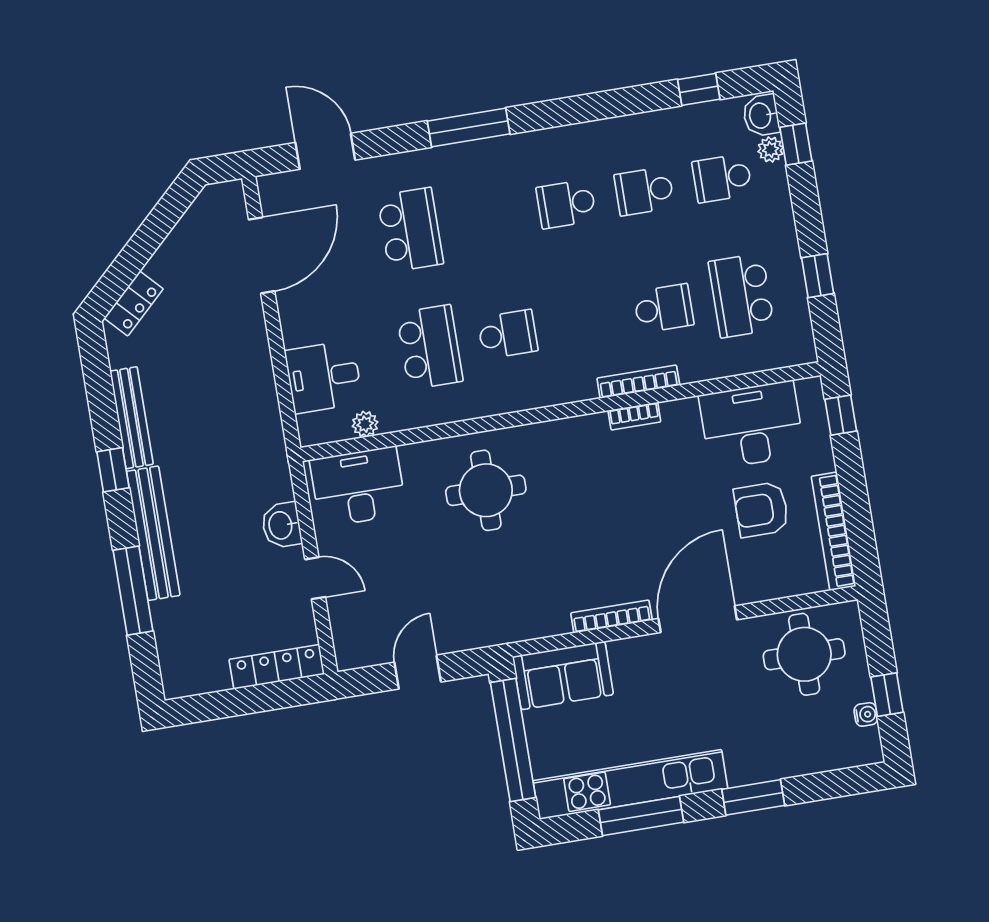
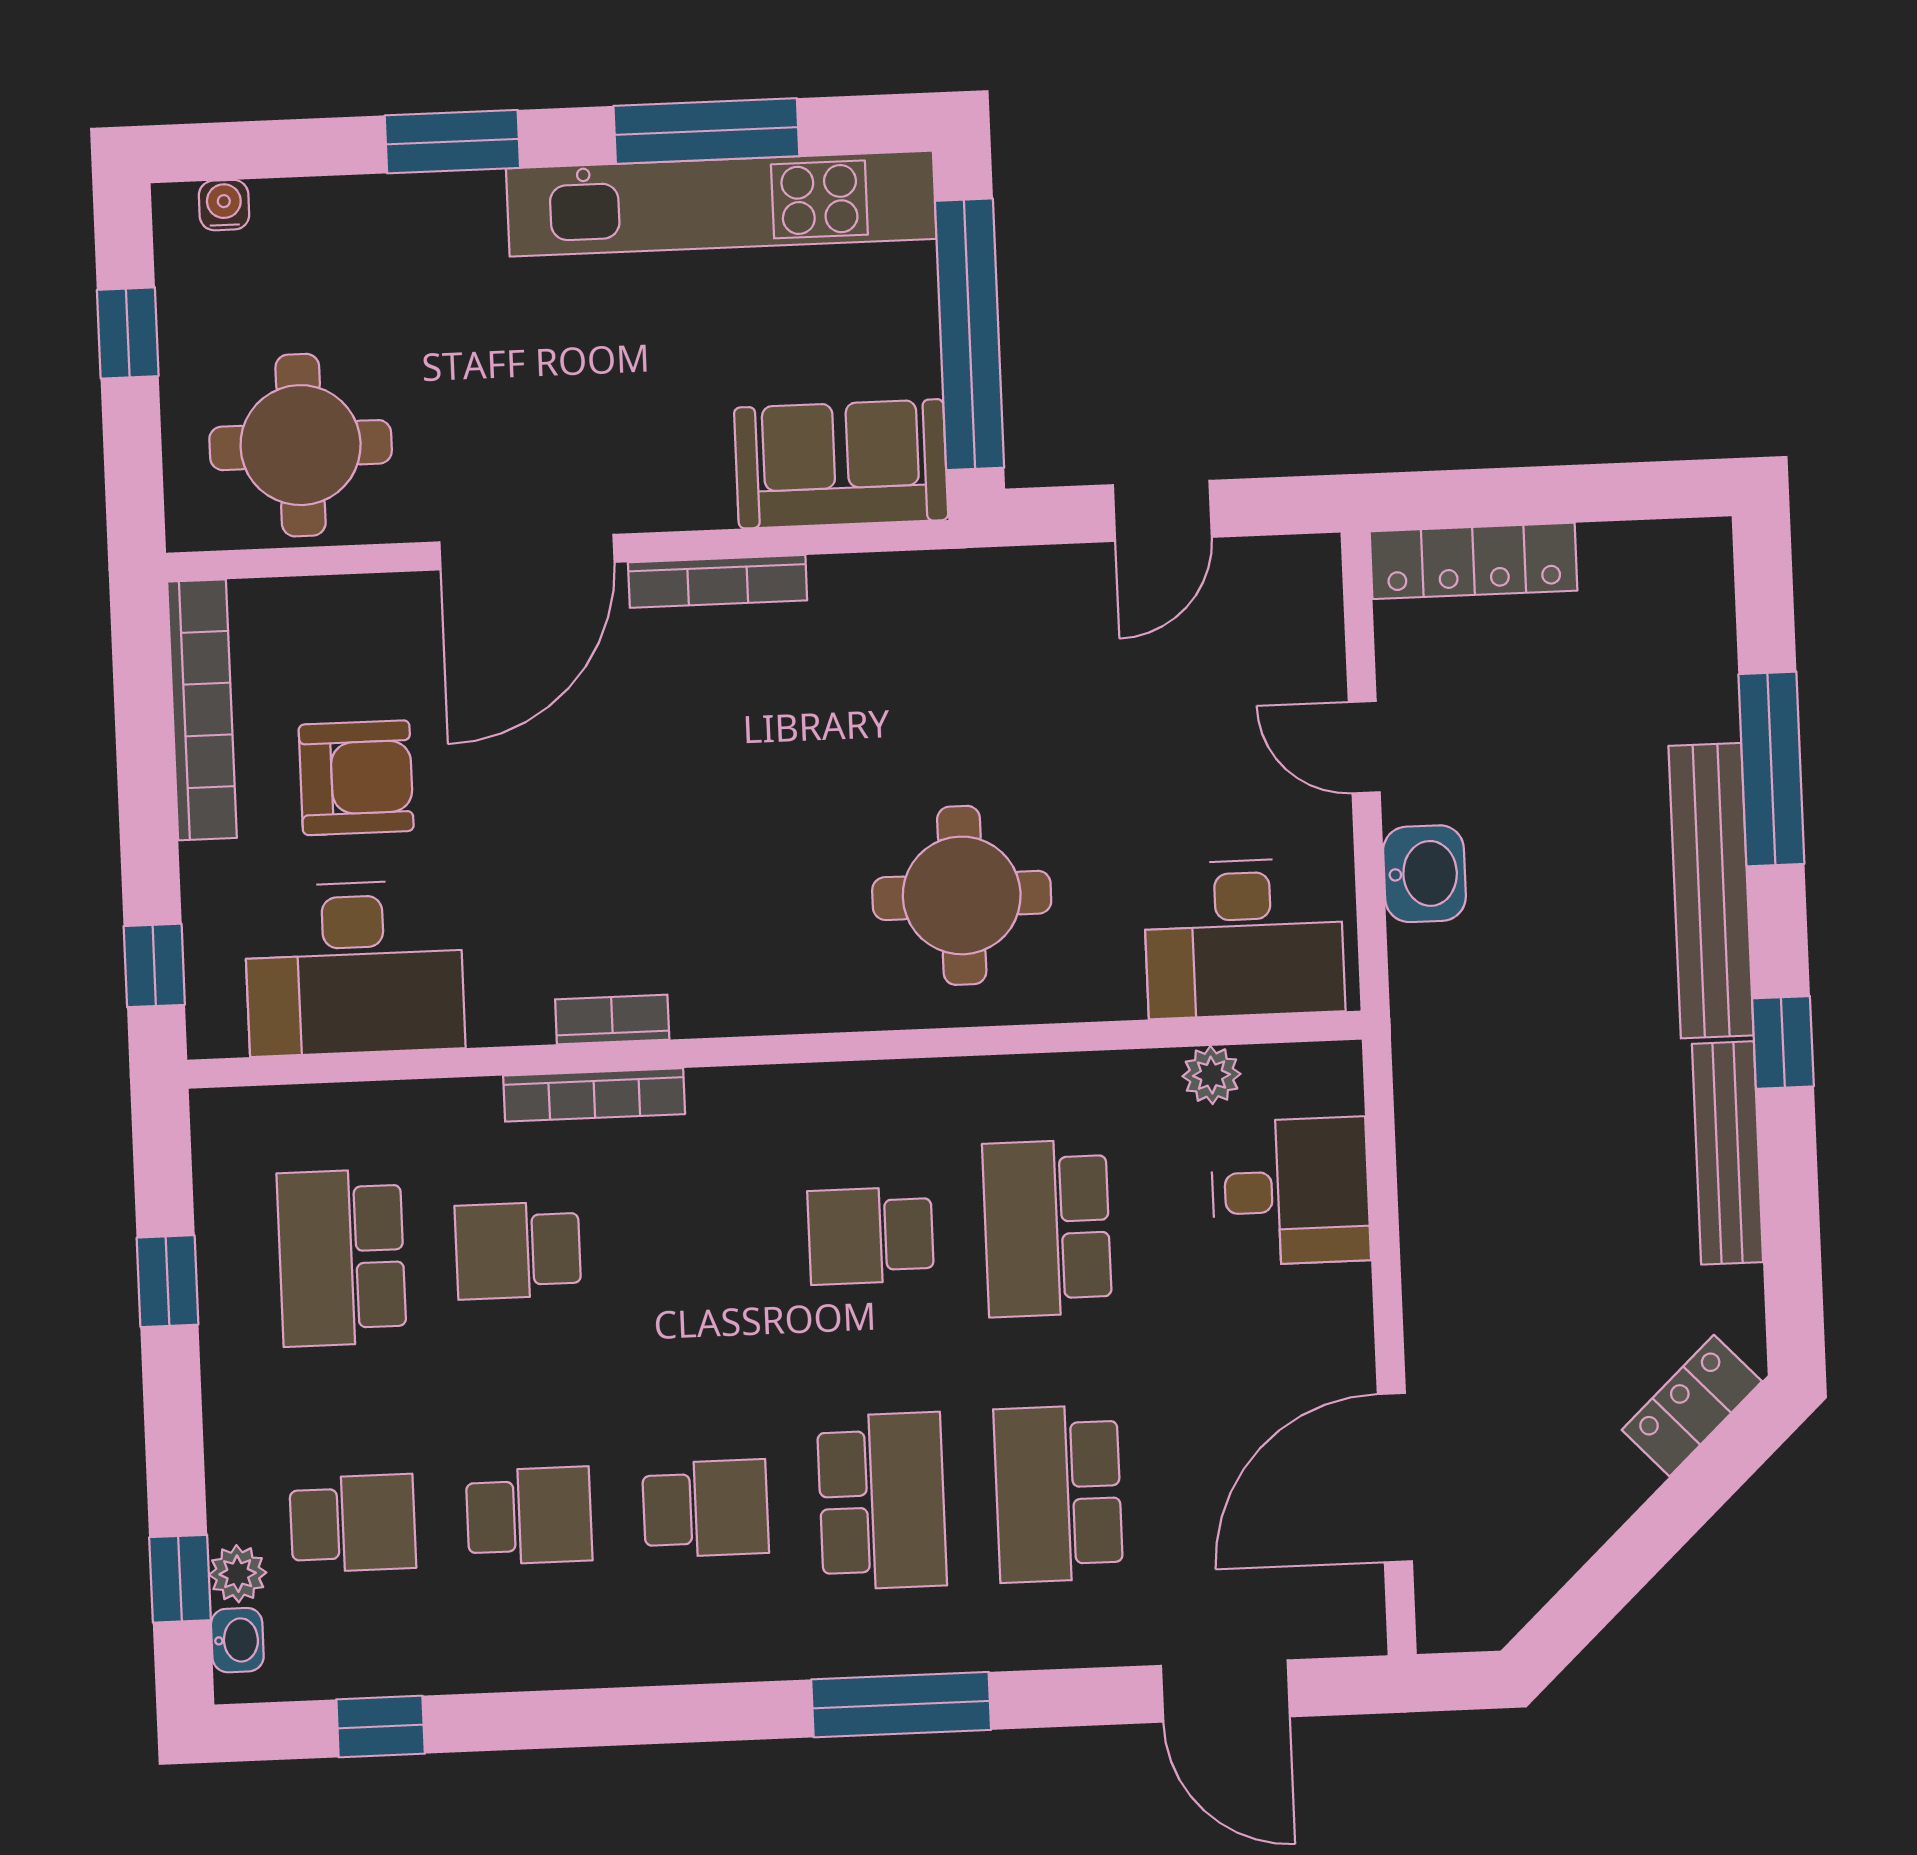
washbasin: (761, 115) -> (237, 1640), width x0.72, depth x0.69
school desk: (488, 217) -> (882, 1501), added
school desk: (742, 296) -> (342, 1258), turned 180
water cooler: (866, 714) -> (224, 205), moved, turned 90

